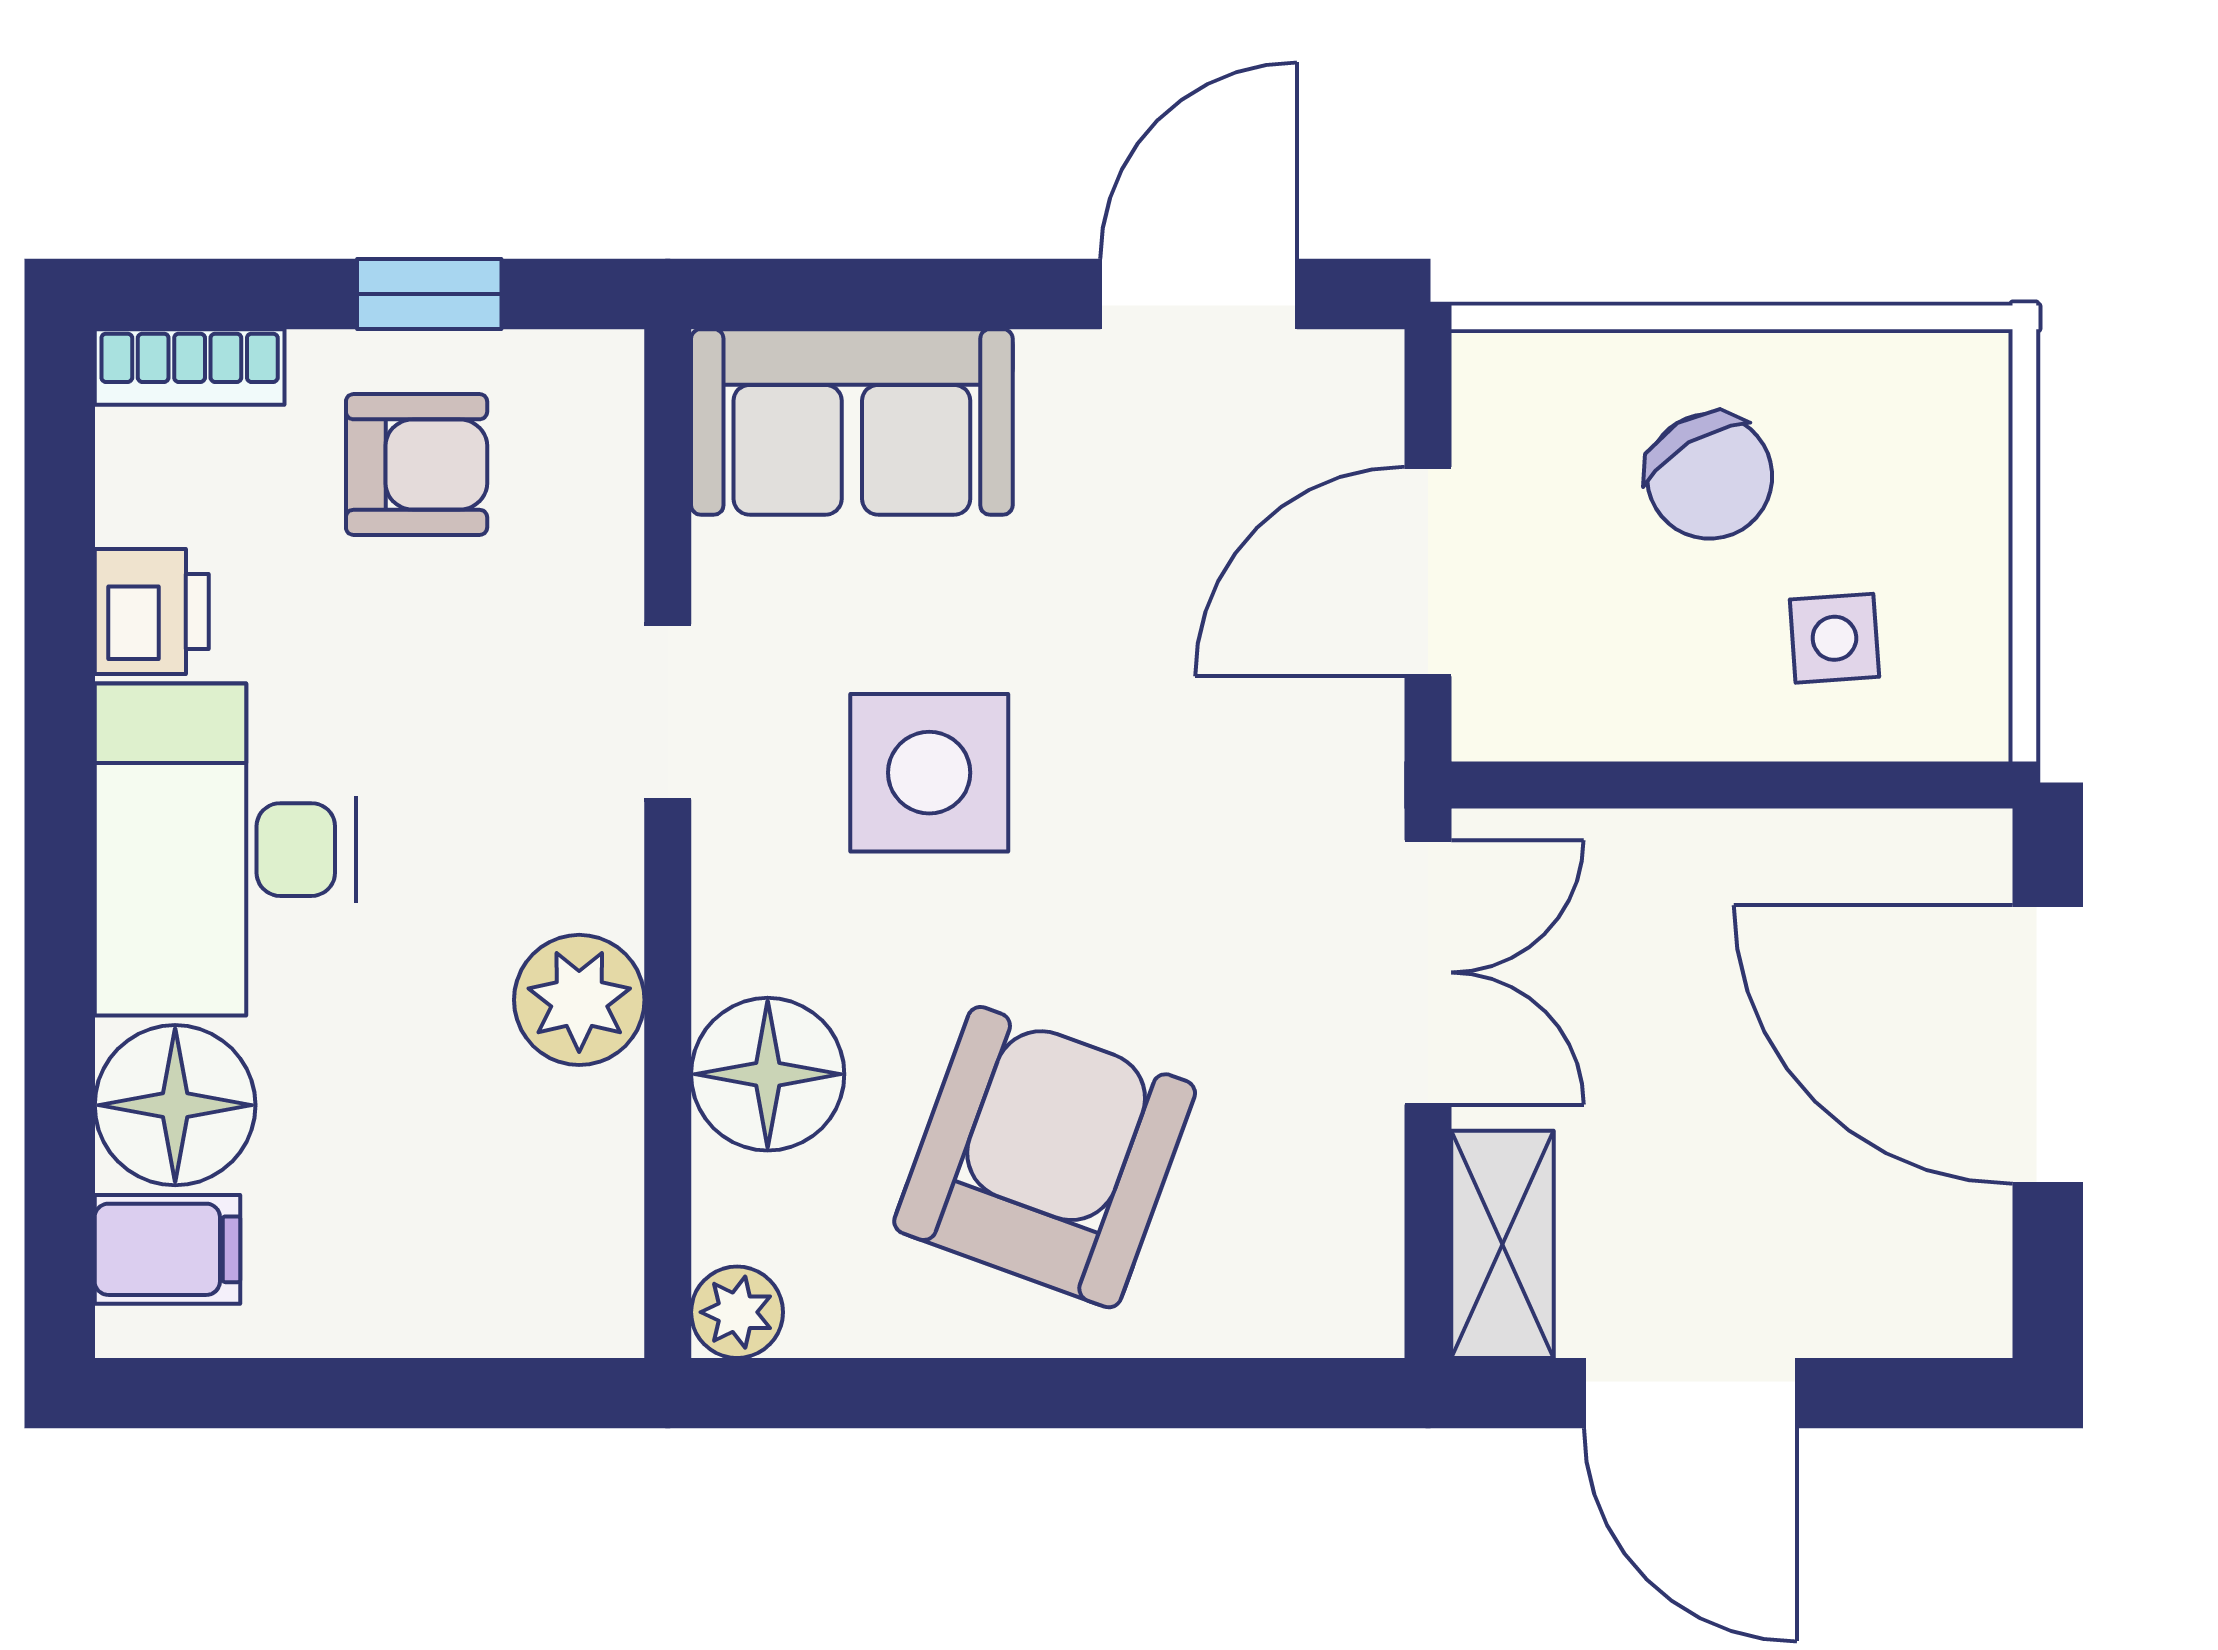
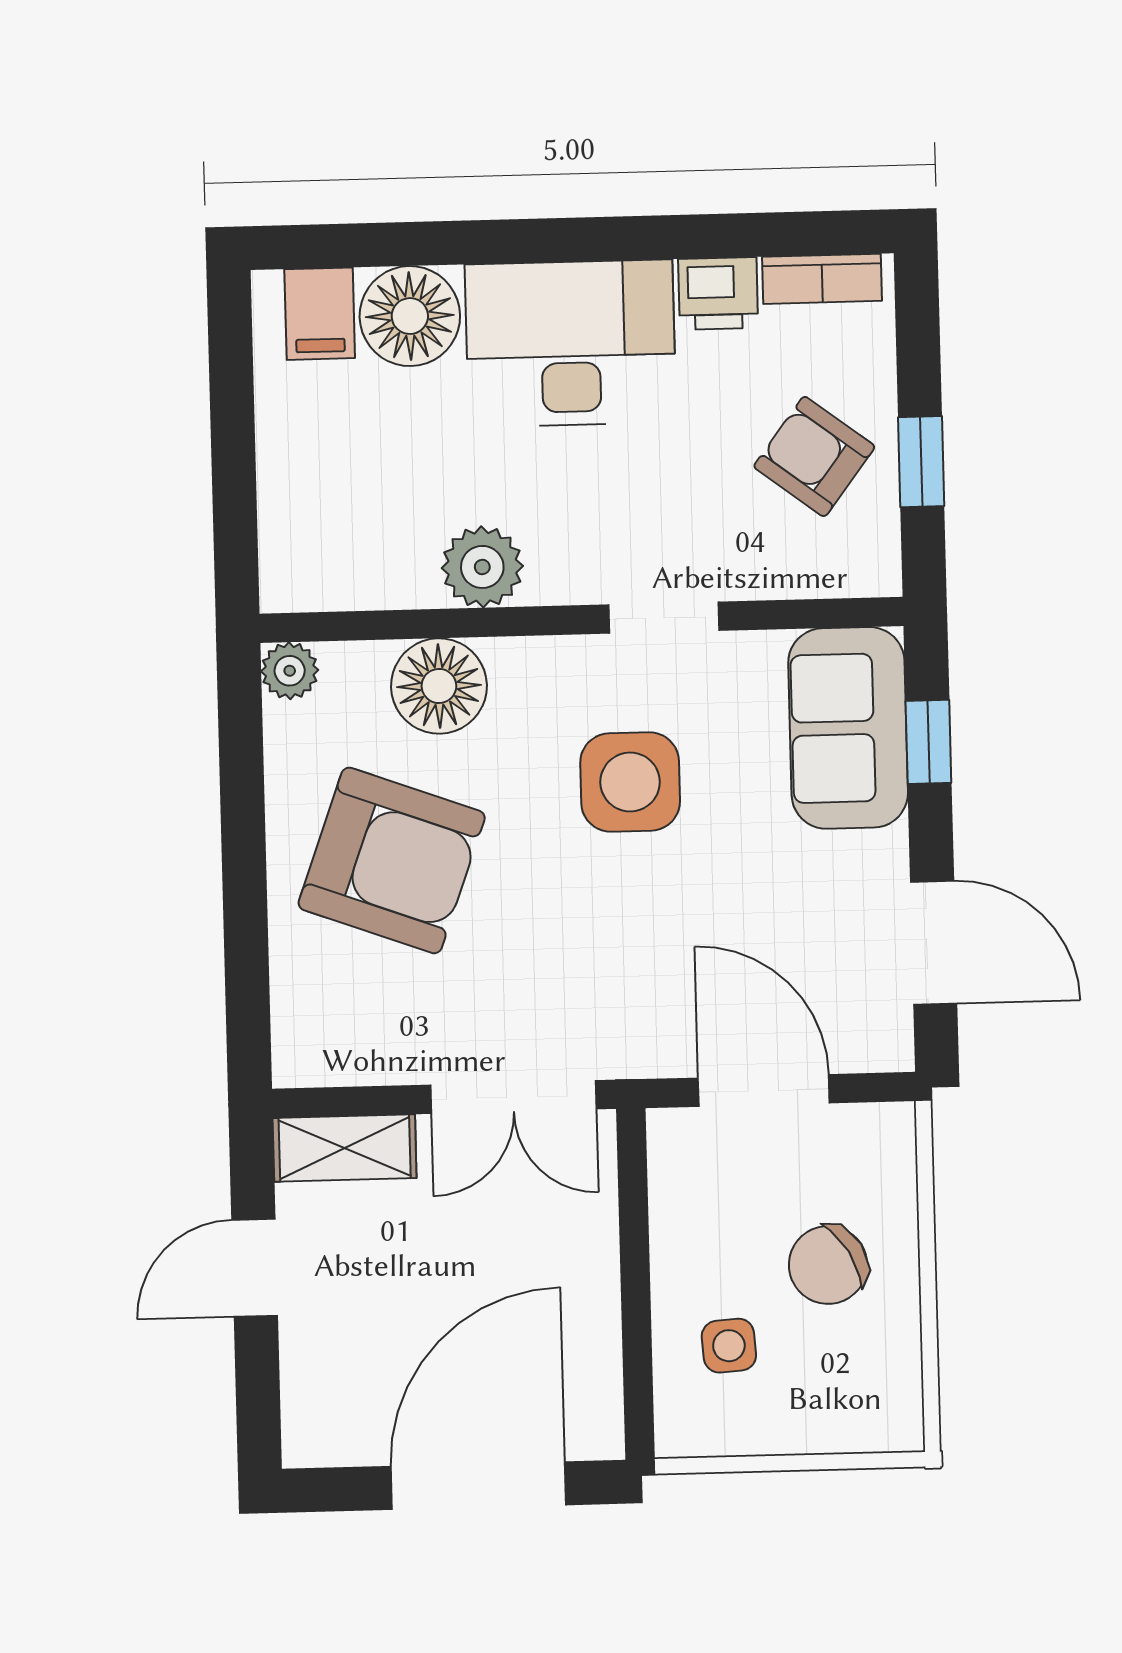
window: (878, 294) -> (928, 742), added
bookcase: (190, 367) -> (822, 279), moved, turned -90
armchair: (417, 465) -> (814, 457), turned 127
door: (1690, 1393) -> (255, 1268), width x0.73

